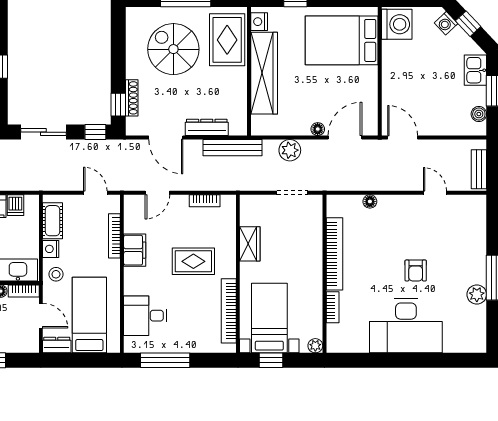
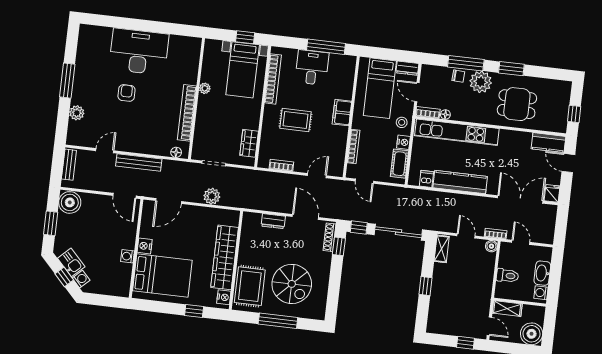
washing machine: (397, 24) -> (128, 256), moved, width x0.53, depth x0.53
kitchen sink: (475, 70) -> (71, 262), moved, turned -43
nightstand: (369, 76) -> (145, 246), added
shoe rack: (132, 98) -> (329, 237), moved
boiler: (479, 114) -> (70, 202), width x1.86, depth x1.86
dresser: (207, 127) -> (273, 221), width x0.70
floor lamp: (318, 129) -> (189, 210), removed
sliding door: (43, 132) -> (398, 232), width x1.37
bench: (232, 148) -> (139, 162), moved
door: (435, 193) -> (105, 151), swing flipped
floor lamp: (370, 201) -> (176, 152), moved
wardrobe: (250, 244) -> (249, 143), moved
filing cabinet: (135, 250) -> (342, 113), moved
plant: (477, 294) -> (77, 113), moved
bookcase: (333, 307) -> (193, 72), removed
desk: (145, 316) -> (312, 67), moved, turned -90
plant: (315, 346) -> (205, 88), moved

